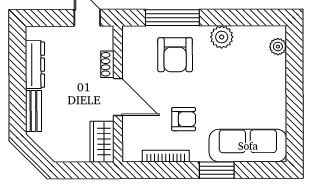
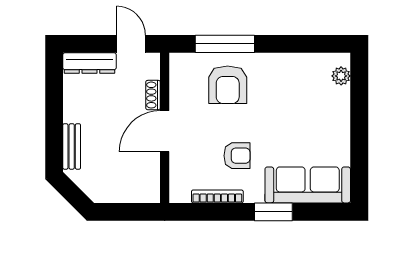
plant: (222, 37) -> (279, 65), removed
dresser: (35, 65) -> (89, 63), moved, turned 90
door: (118, 97) -> (165, 131), swing flipped
wardrobe: (102, 142) -> (147, 180), removed

